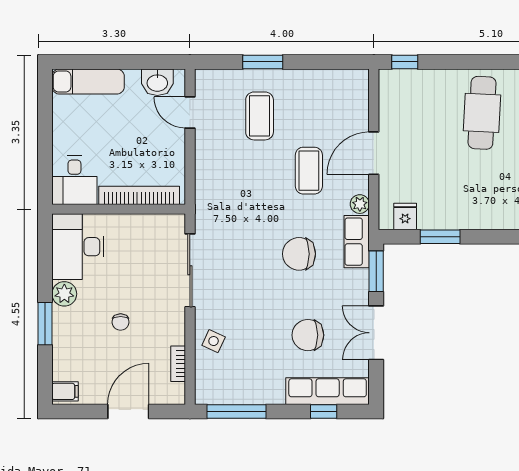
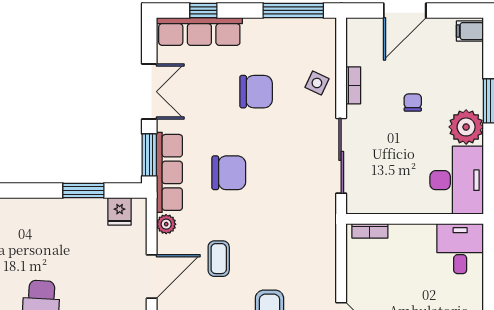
coffee table: (309, 171) -> (219, 259), width x0.73, depth x0.77
bookcase: (139, 195) -> (370, 231), width x0.43, depth x0.76
row of seats: (357, 242) -> (169, 172), width x1.48
plant: (64, 294) -> (466, 127), width x1.36, depth x1.36
chair: (308, 335) -> (256, 92), moved
bookcase: (178, 364) -> (353, 85), moved

